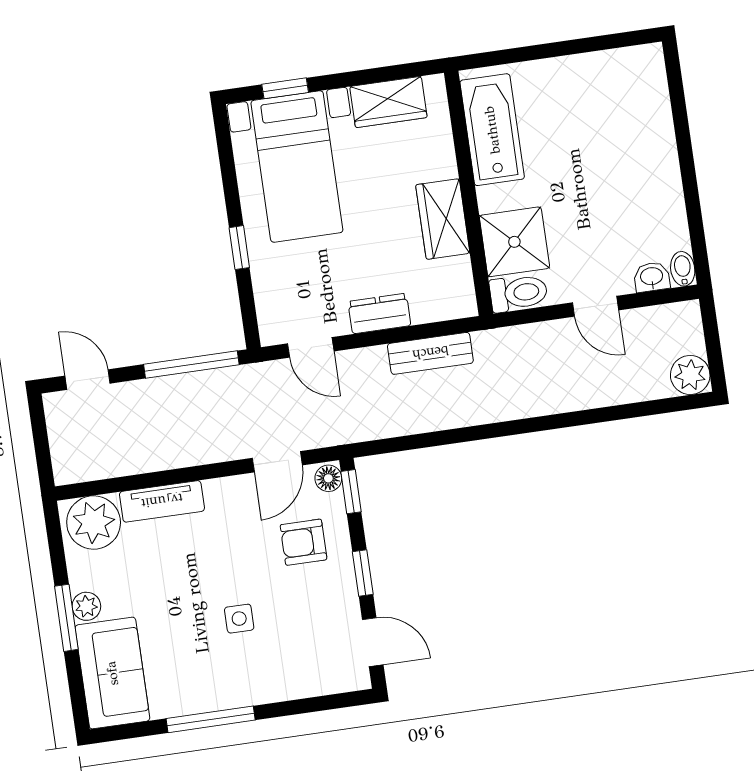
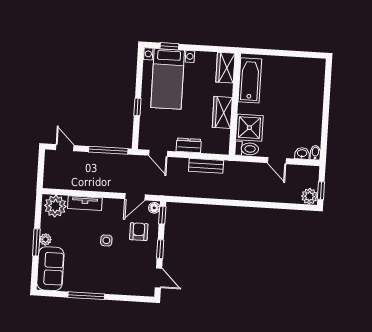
wardrobe: (388, 102) -> (225, 68), moved, turned 90
window: (715, 356) -> (321, 191), added
armchair: (304, 542) -> (139, 232), turned 90
side table: (239, 619) -> (106, 240), moved

